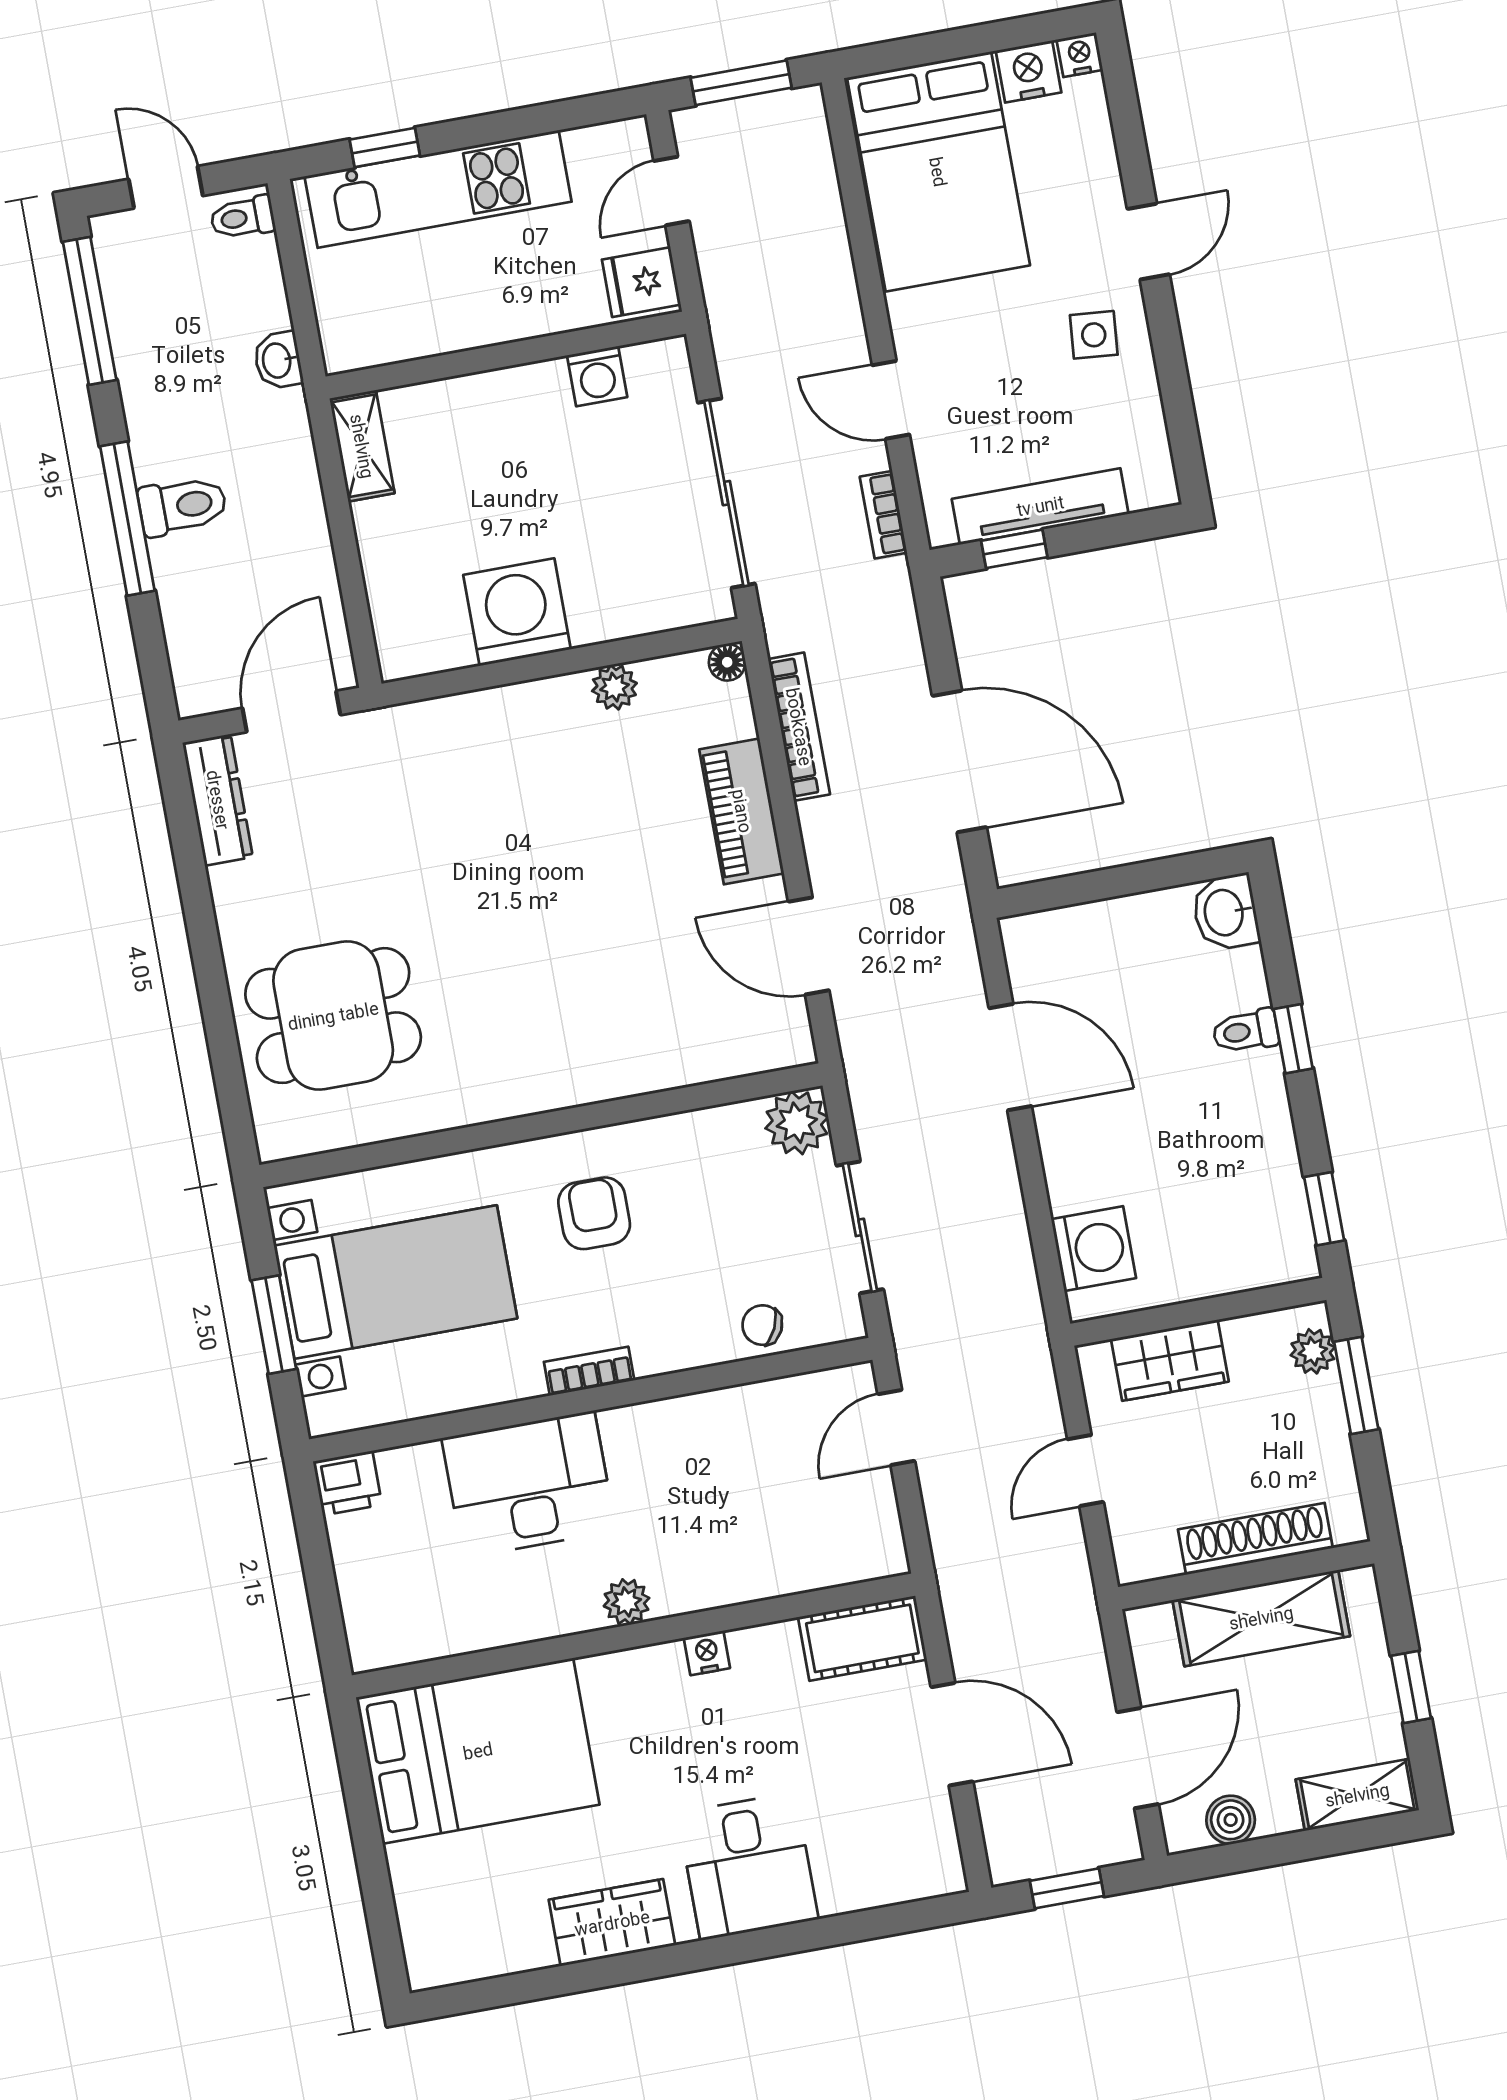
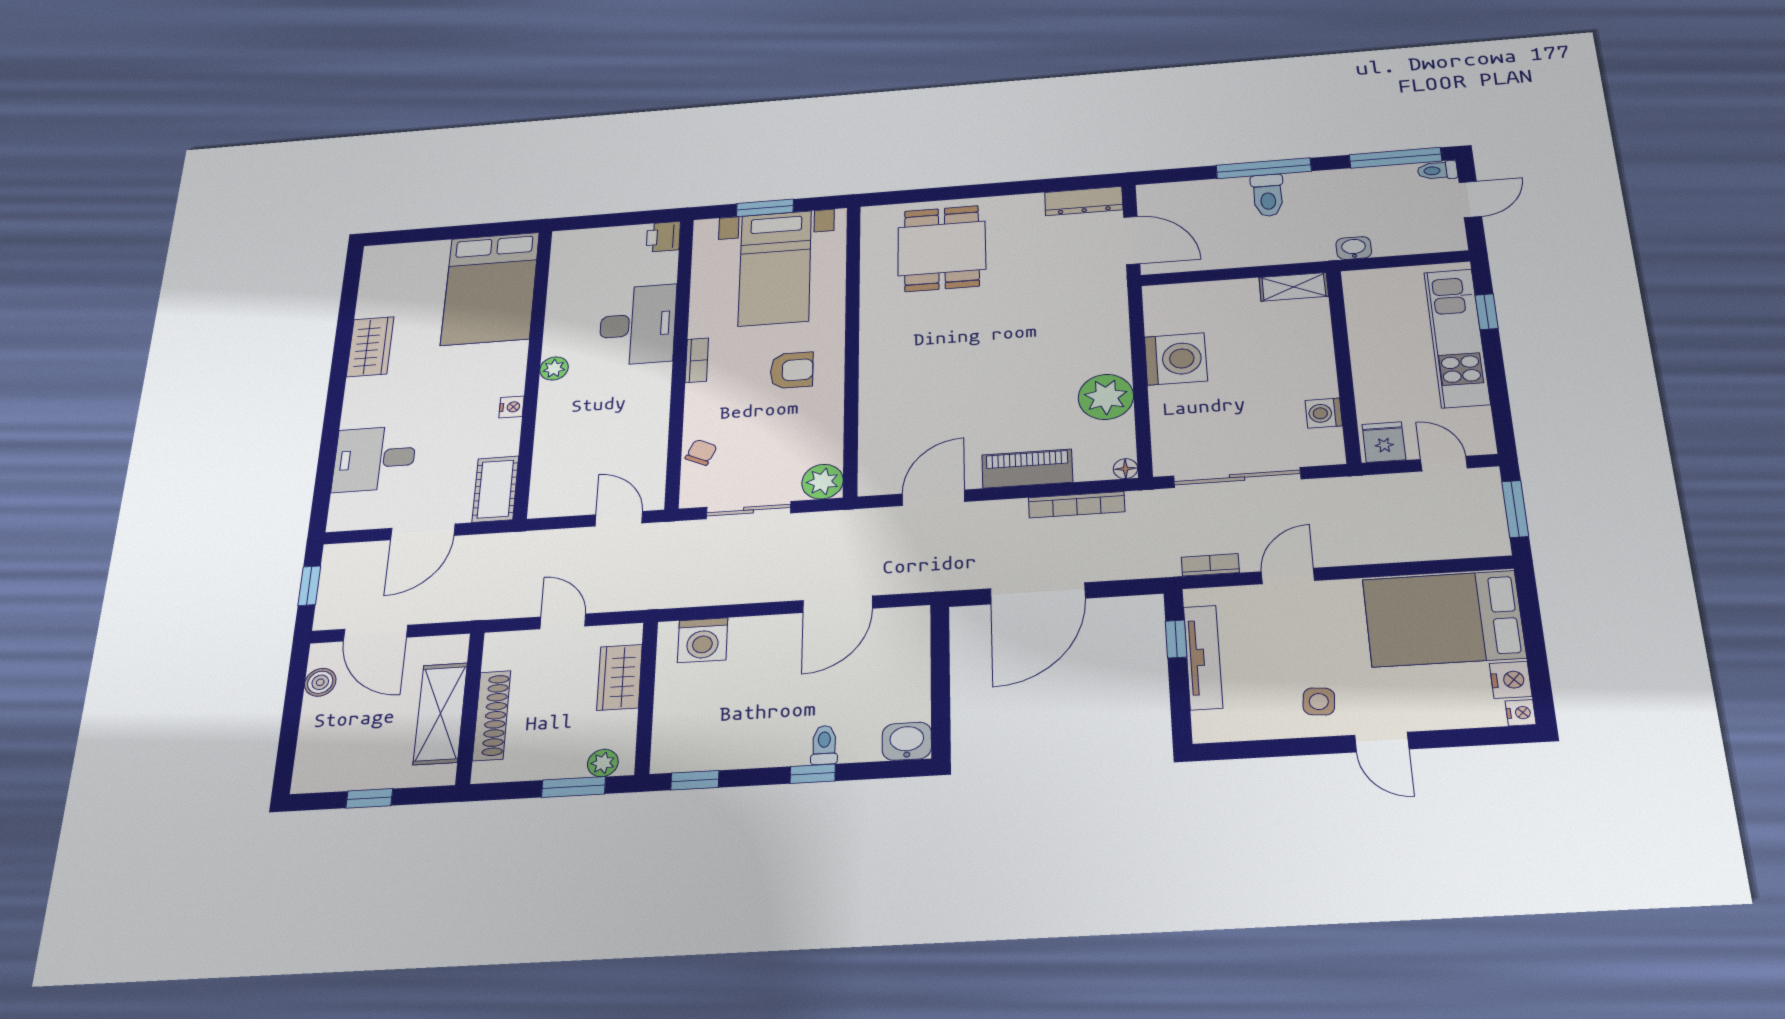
toilet: (243, 218) -> (1437, 170), moved, turned -90
plant: (614, 687) -> (1106, 397), width x1.87, depth x1.87
shelving: (1357, 1795) -> (311, 758), removed
desk: (748, 1866) -> (374, 459), moved

